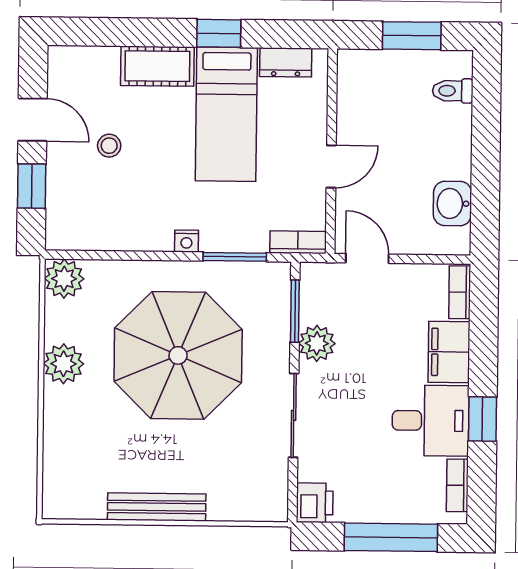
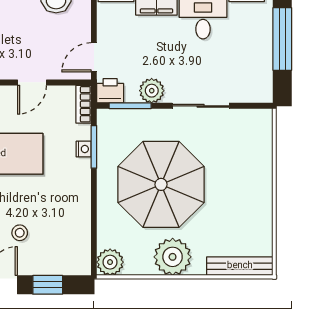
door: (331, 167) -> (32, 82), swing flipped
nightstand: (186, 241) -> (84, 149), moved
plant: (64, 364) -> (173, 257), width x1.36, depth x1.36
printer: (315, 503) -> (110, 91), moved
bench: (157, 507) -> (240, 266), moved, turned 90

